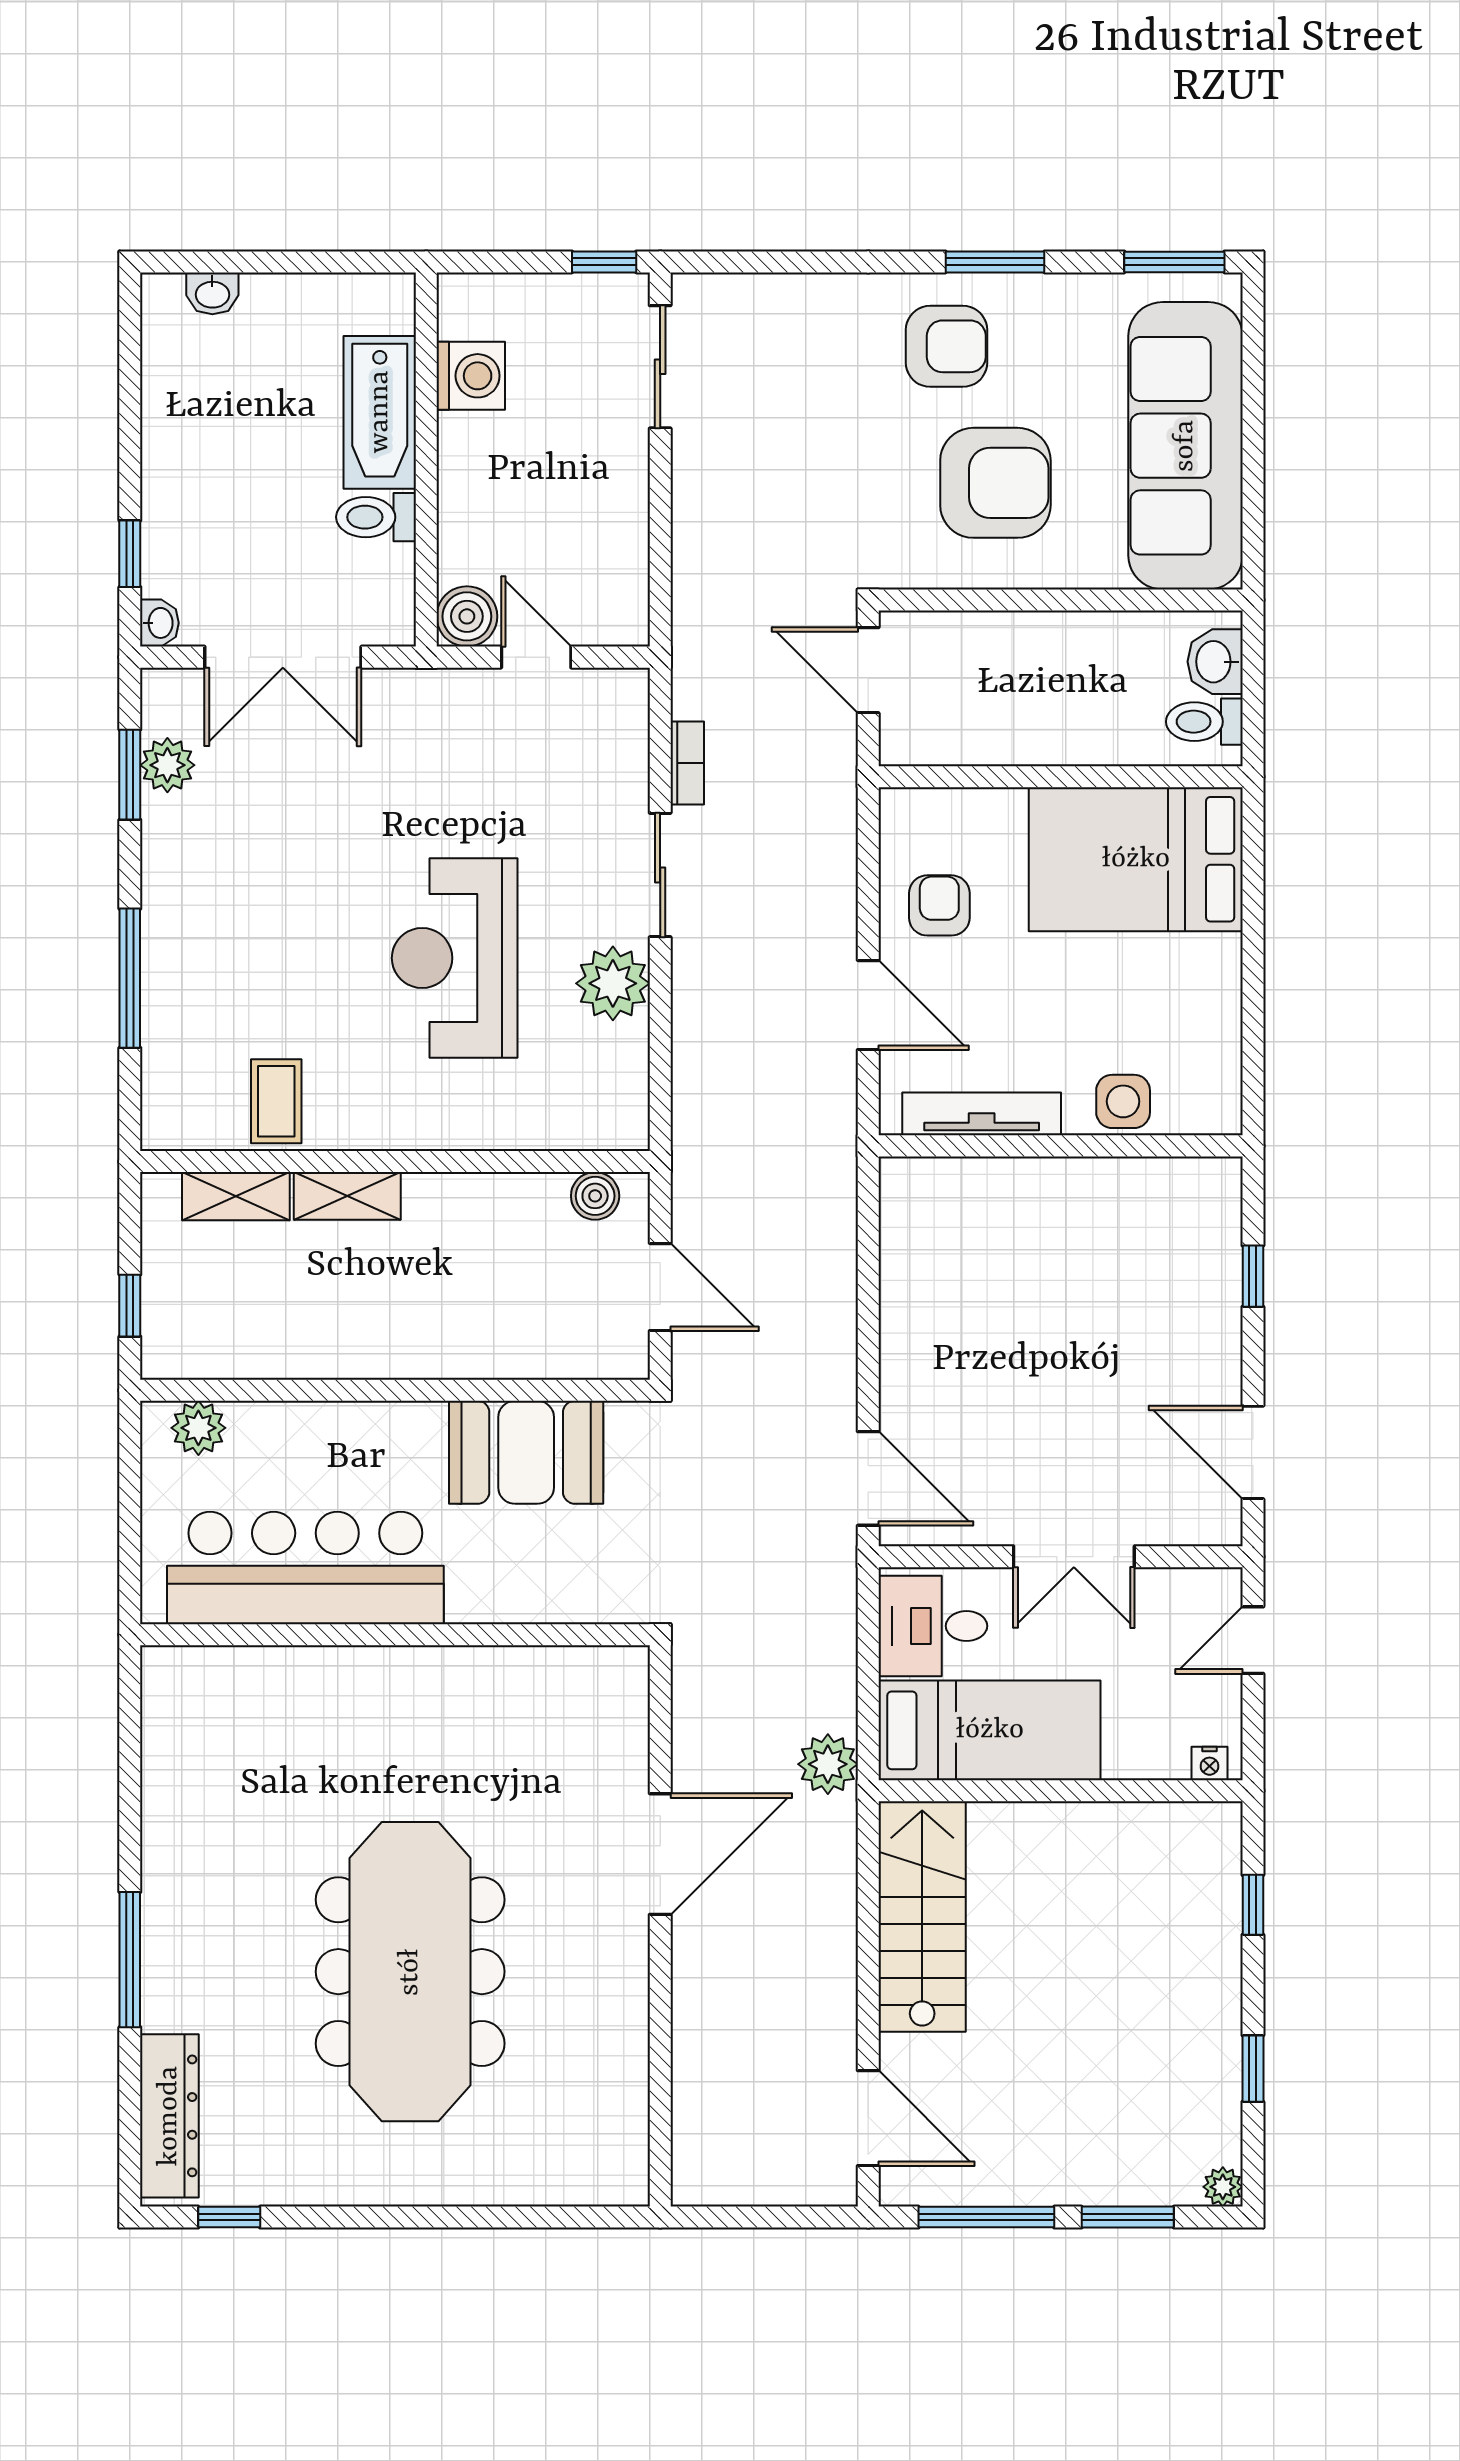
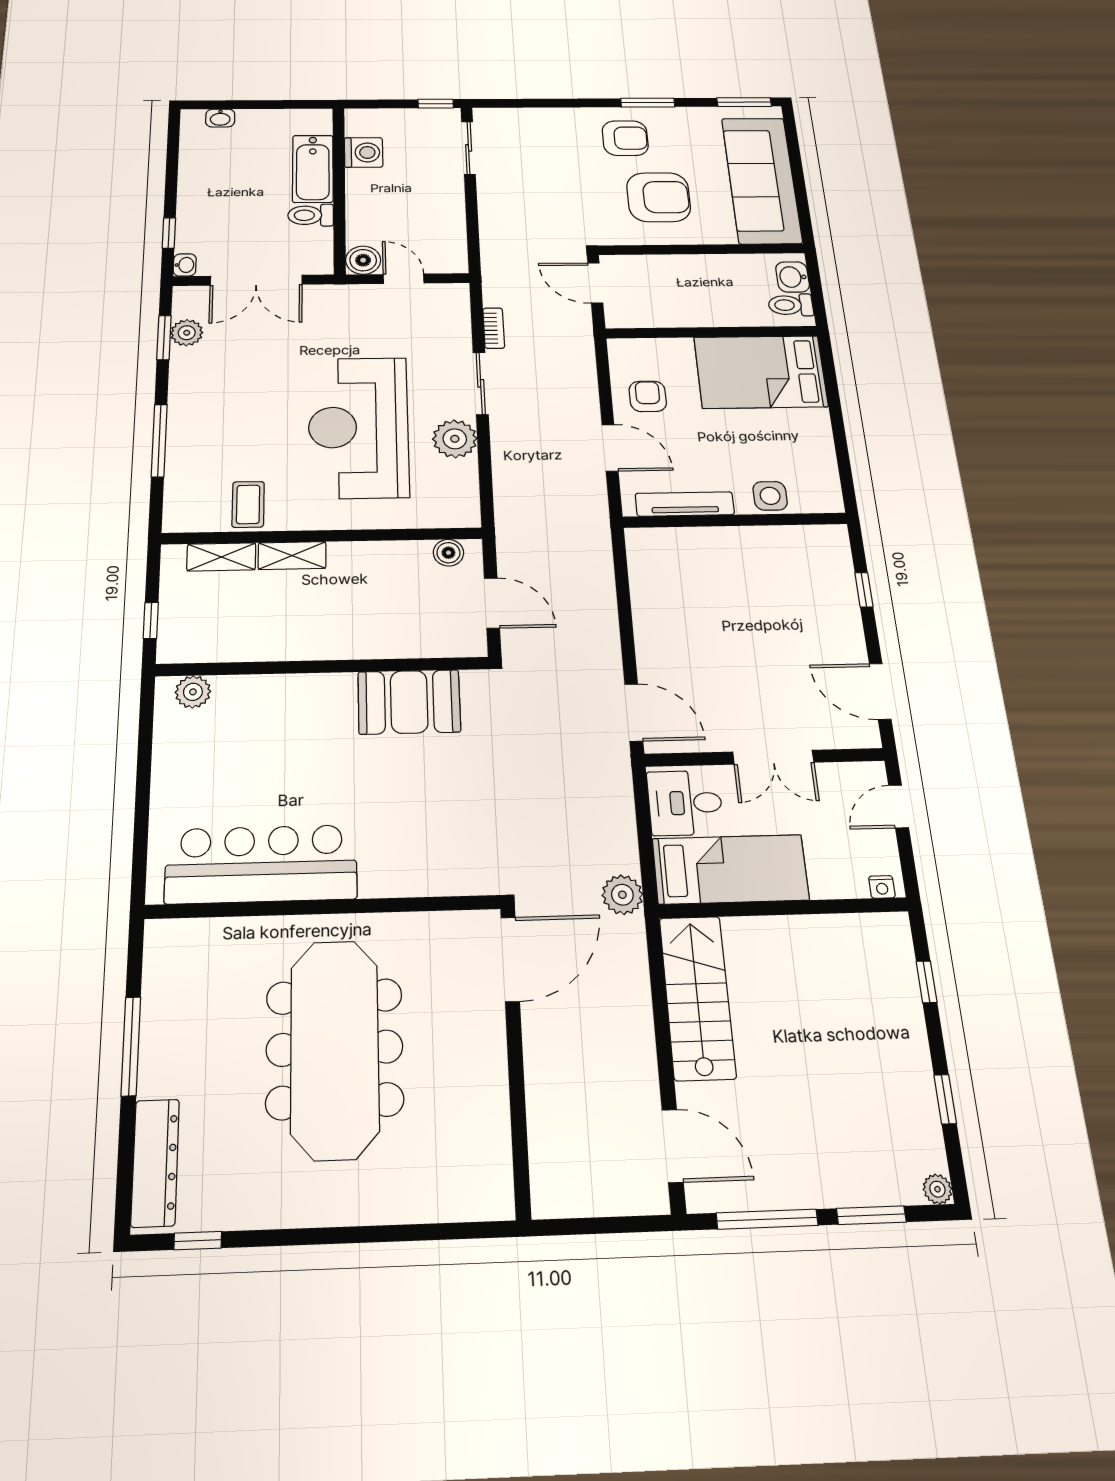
reception desk: (455, 958) -> (358, 427), width x1.36, depth x1.30
bar counter: (305, 1568) -> (261, 864), moved
wall: (395, 1635) -> (323, 907), moved

